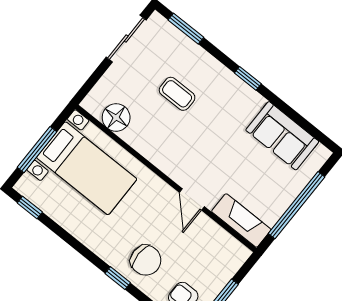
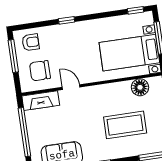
coffee table: (177, 94) -> (125, 125), width x1.86, depth x1.72
chair: (146, 260) -> (40, 71), moved

